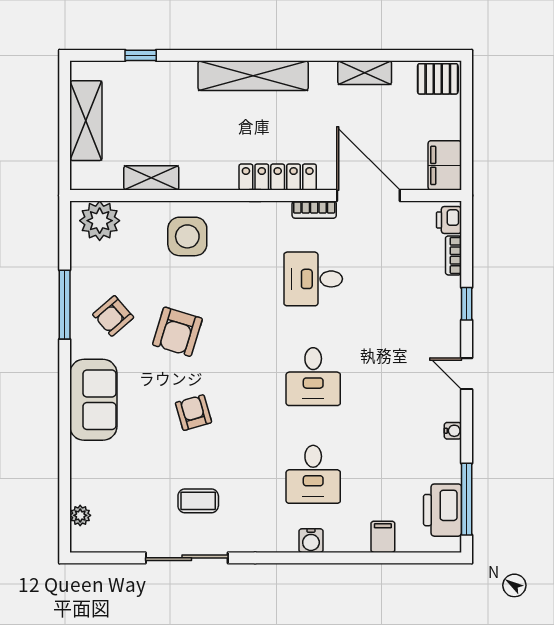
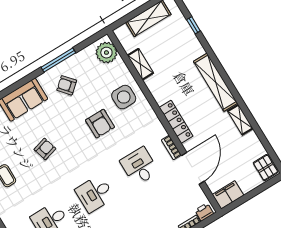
shelving: (365, 73) -> (240, 120), moved
armchair: (177, 332) -> (100, 124), moved, turned -107

